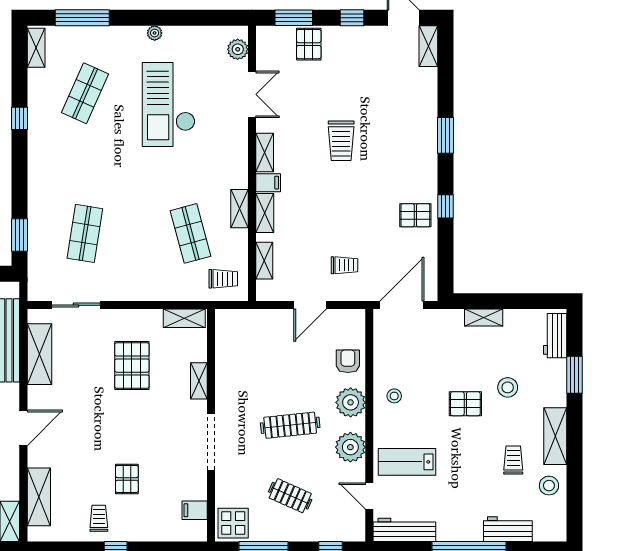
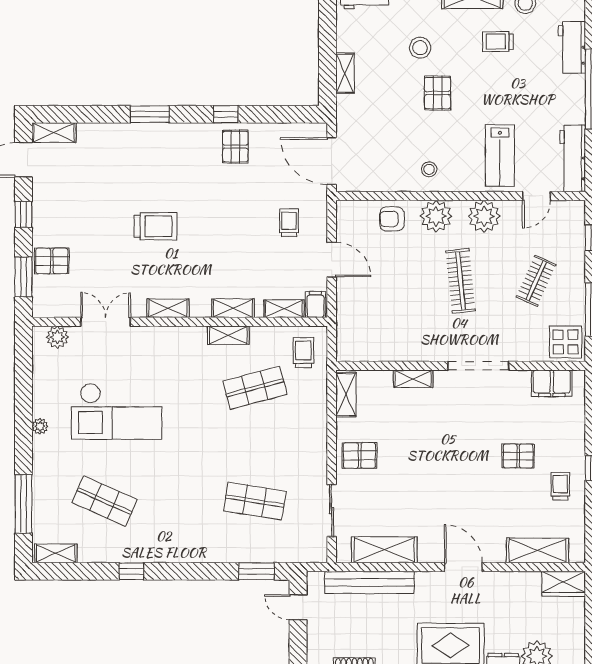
filing cabinet: (268, 183) -> (315, 305), moved
pallet: (132, 366) -> (359, 455), moved, width x0.67, depth x0.71
filing cabinet: (195, 510) -> (552, 383), width x2.00
trolley: (99, 518) -> (560, 486), turned 90

